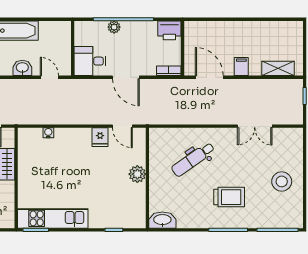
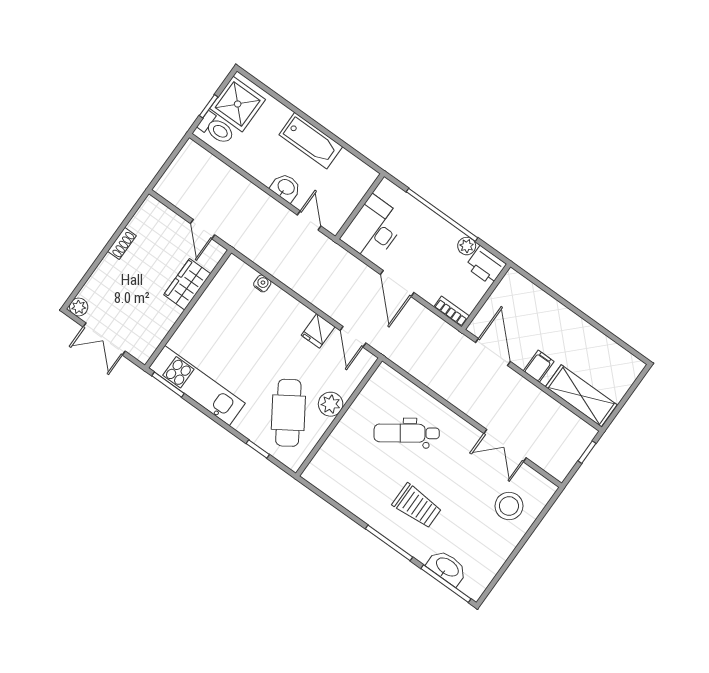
plant: (114, 27) -> (467, 246), moved
desk: (90, 61) -> (374, 229), width x1.37
shelving: (278, 68) -> (581, 396), width x1.50, depth x1.33
stool: (282, 181) -> (509, 506), moved
cafe table: (117, 196) -> (288, 413), added
washbasin: (162, 220) -> (447, 567), moved

